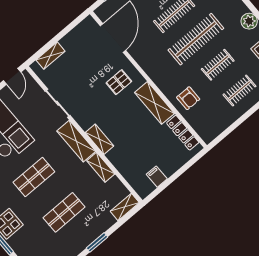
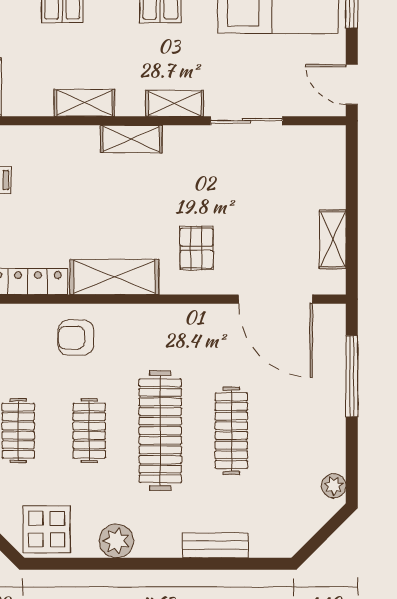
shelving: (51, 56) -> (333, 239), moved
shelving: (76, 141) -> (175, 103), width x0.67, depth x0.75

